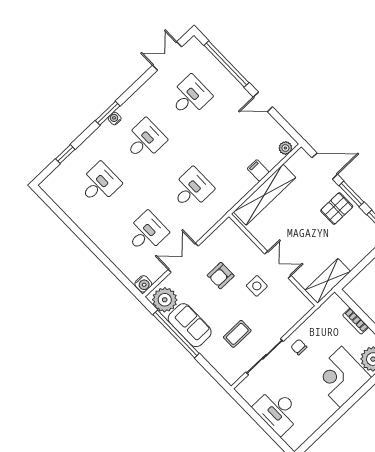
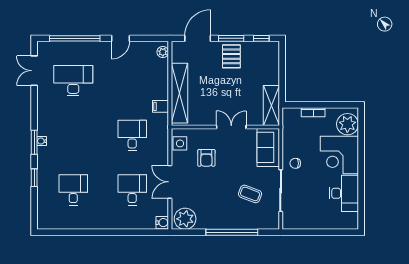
desk: (190, 97) -> (73, 81), width x1.37
desk: (145, 140) -> (73, 135), removed
window: (65, 154) -> (34, 178), moved
filing cabinet: (258, 170) -> (161, 106), moved
armchair: (221, 276) -> (206, 158), moved
side table: (257, 286) -> (180, 143), moved
sofa: (190, 325) -> (268, 147), moved, turned -90
window: (176, 334) -> (232, 232), moved
coffee table: (237, 334) -> (250, 194), turned -69
desk: (277, 411) -> (344, 193), moved, turned -90

